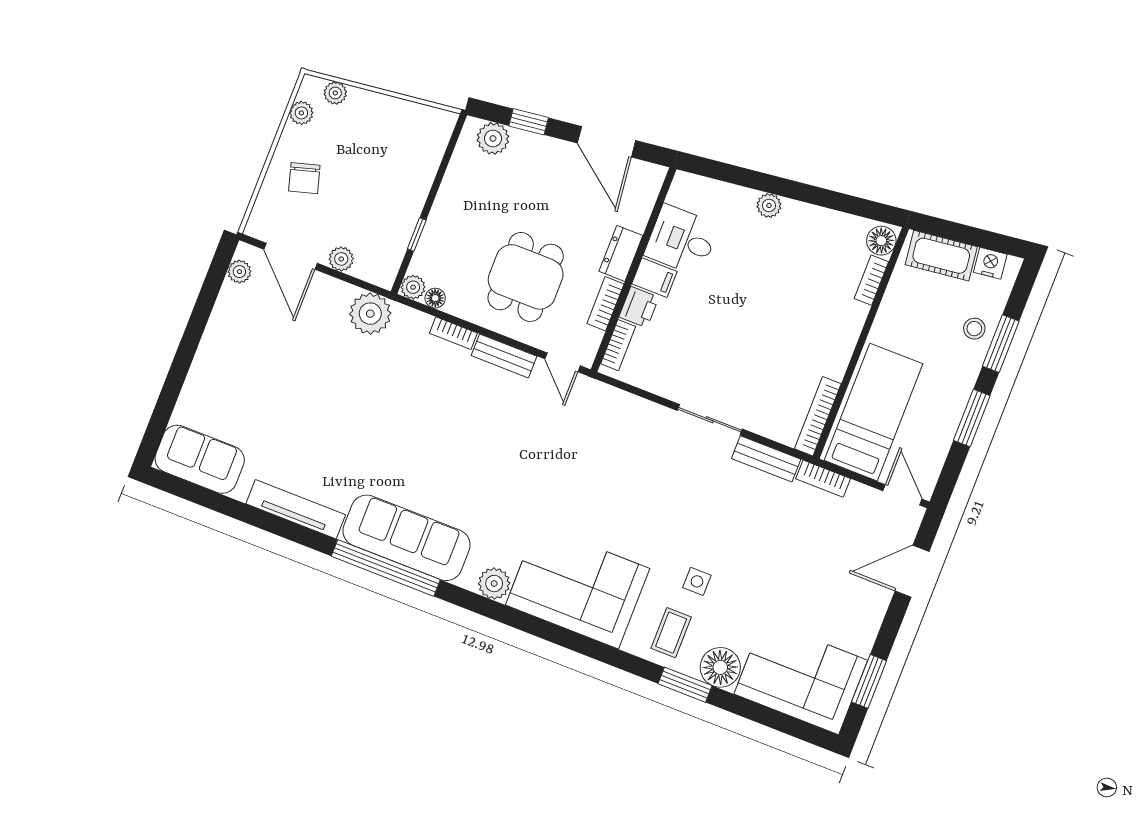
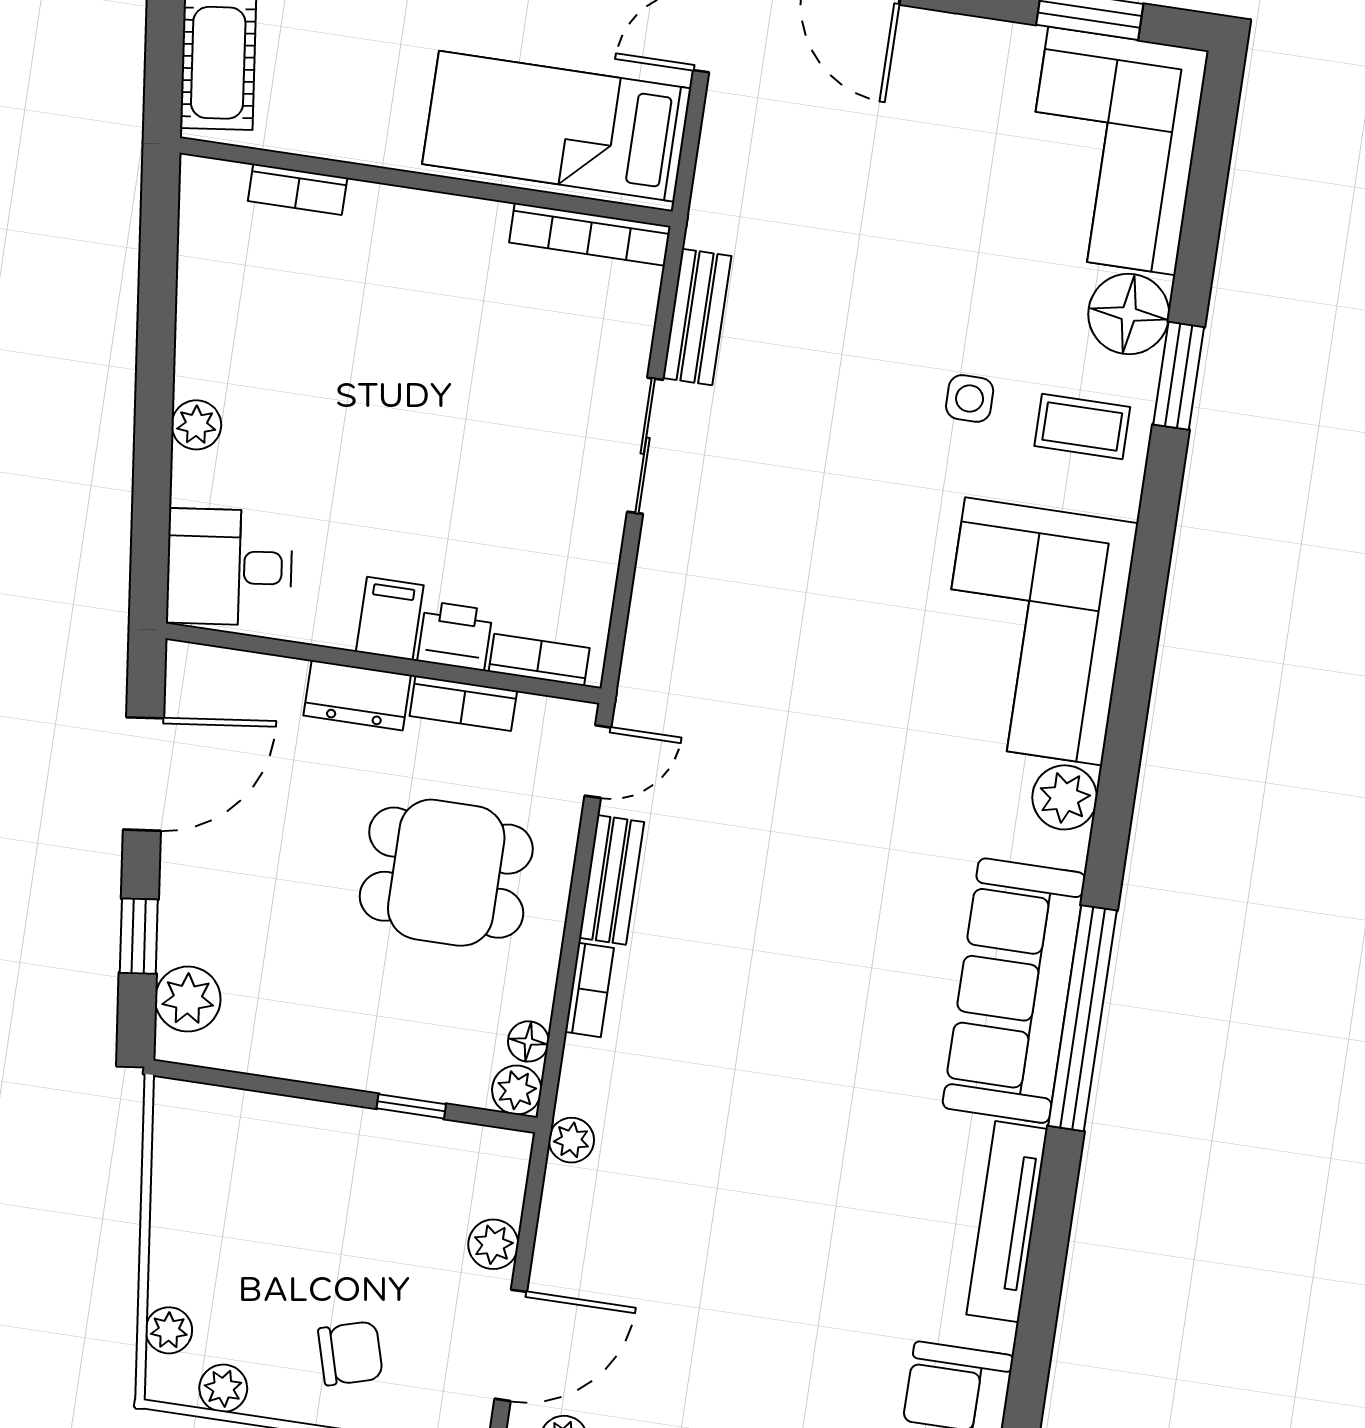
desk: (682, 240) -> (229, 567), moved, turned 83
floor lamp: (881, 241) -> (215, 188), removed
plant: (370, 314) -> (571, 1140), width x0.53, depth x0.53
bookcase: (823, 479) -> (711, 196), removed

